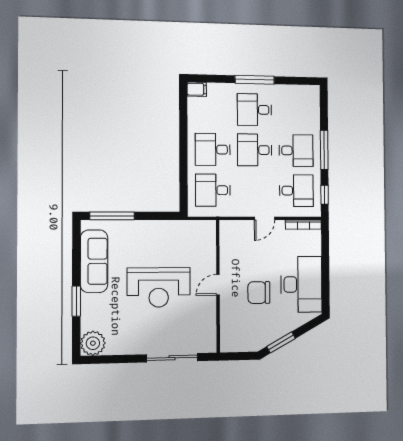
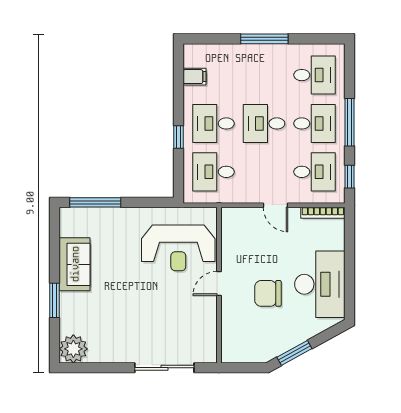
filing cabinet: (197, 89) -> (195, 77), moved
desk: (254, 110) -> (315, 75), moved, turned 180
window: (183, 161) -> (178, 137), added
door: (265, 218) -> (275, 205), hinge flipped
sofa: (94, 261) -> (75, 264), width x0.73
reception desk: (159, 287) -> (178, 248), moved

